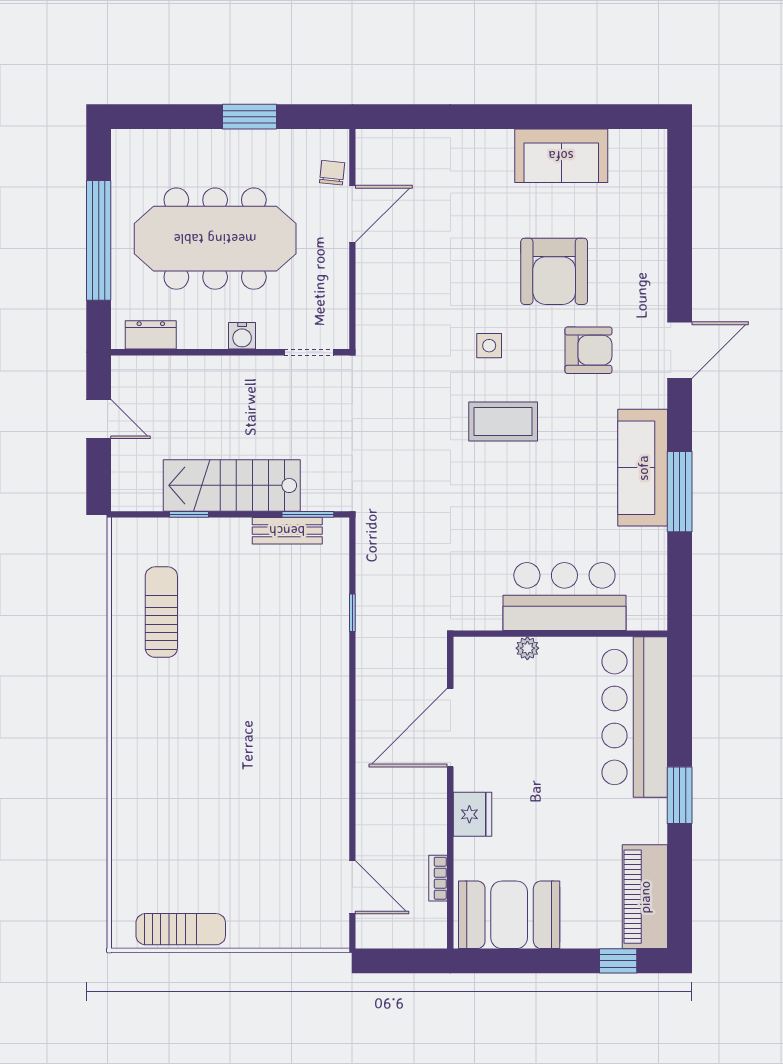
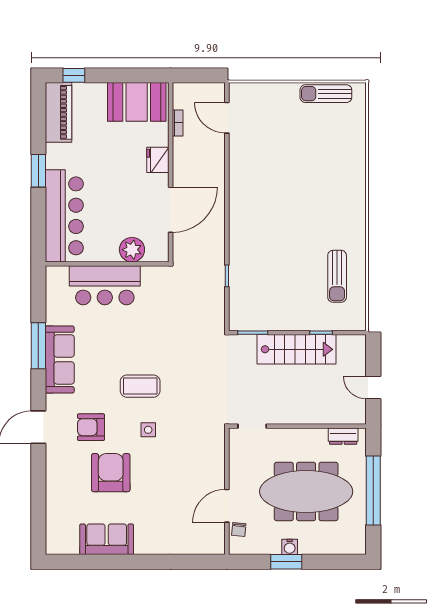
water cooler: (242, 336) -> (290, 547), moved, turned 180
bench: (287, 531) -> (265, 323), removed
plant: (527, 648) -> (132, 250), width x1.88, depth x1.88

